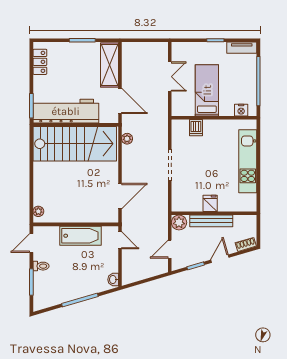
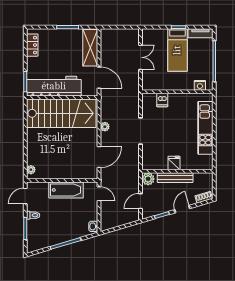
bed: (207, 90) -> (177, 50), moved, turned 180
plant: (127, 139) -> (105, 127), moved

